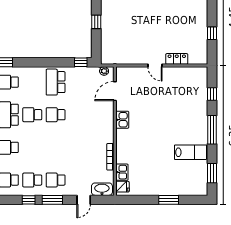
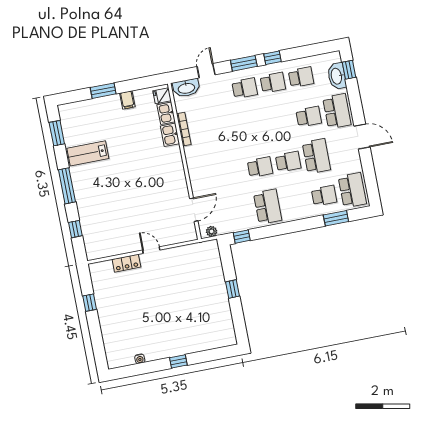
kitchen sink: (122, 120) -> (170, 135), moved
filing cabinet: (151, 189) -> (127, 100), added

